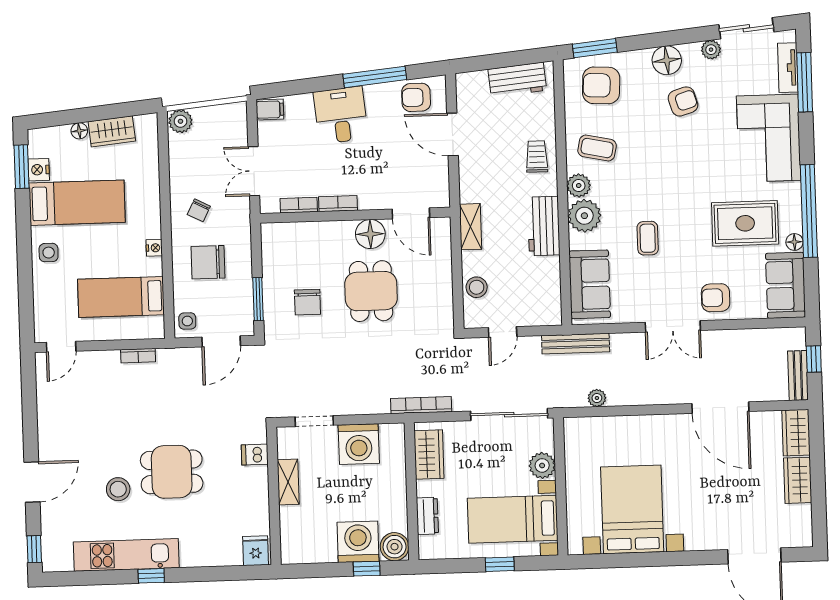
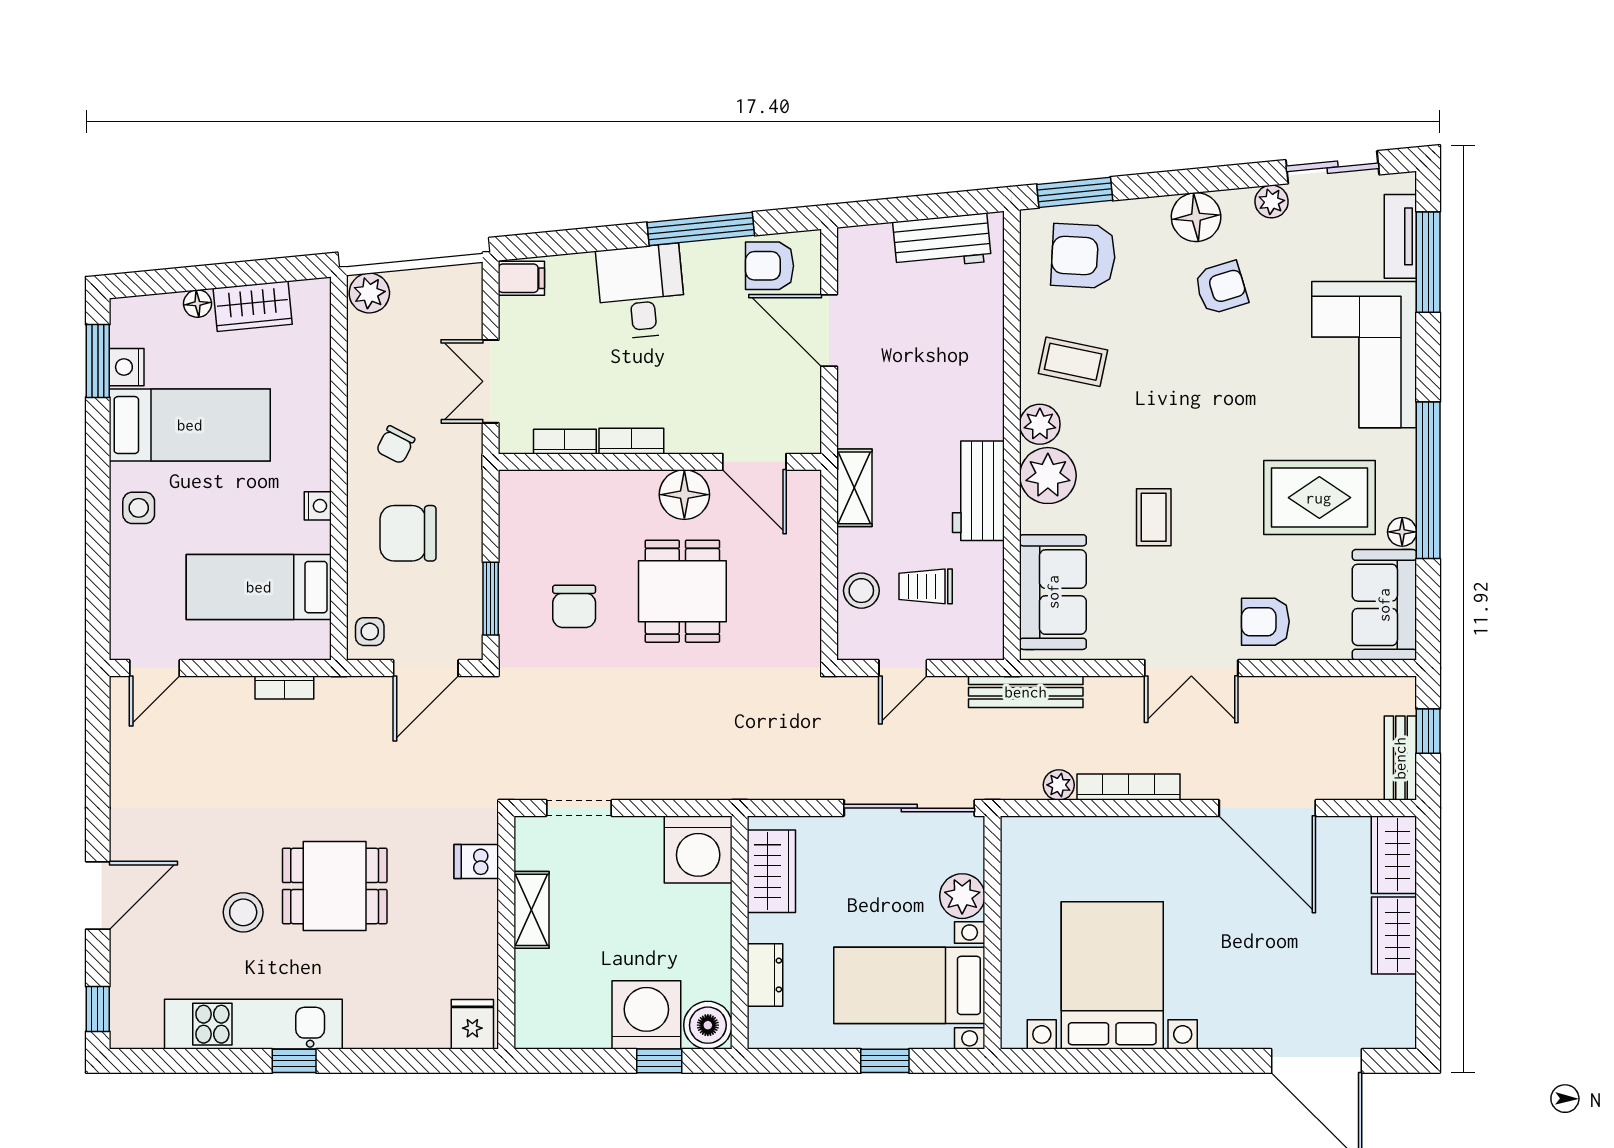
trolley: (537, 156) -> (926, 586), moved, turned -90
bookcase: (421, 405) -> (1129, 787), moved
washing machine: (359, 444) -> (698, 849), moved

